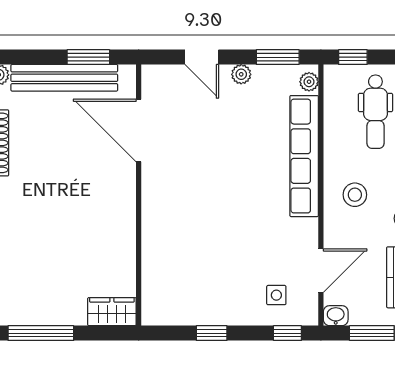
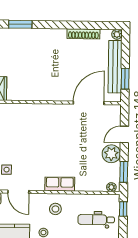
plant: (241, 74) -> (111, 154), width x1.88, depth x1.88
row of seats: (304, 156) -> (60, 184), width x0.50

